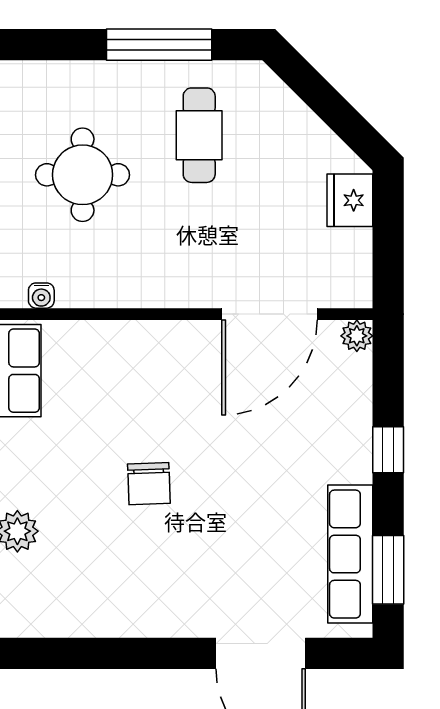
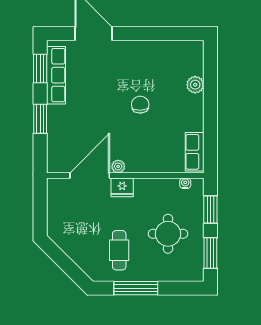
fridge: (350, 200) -> (122, 187), moved, turned 90
plant: (357, 336) -> (118, 166), moved
window: (388, 450) -> (40, 119), width x1.50

